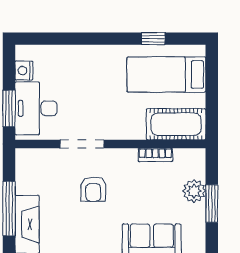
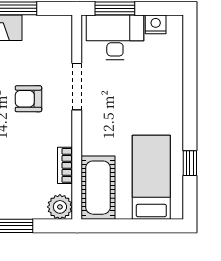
plant: (194, 191) -> (60, 207), moved

